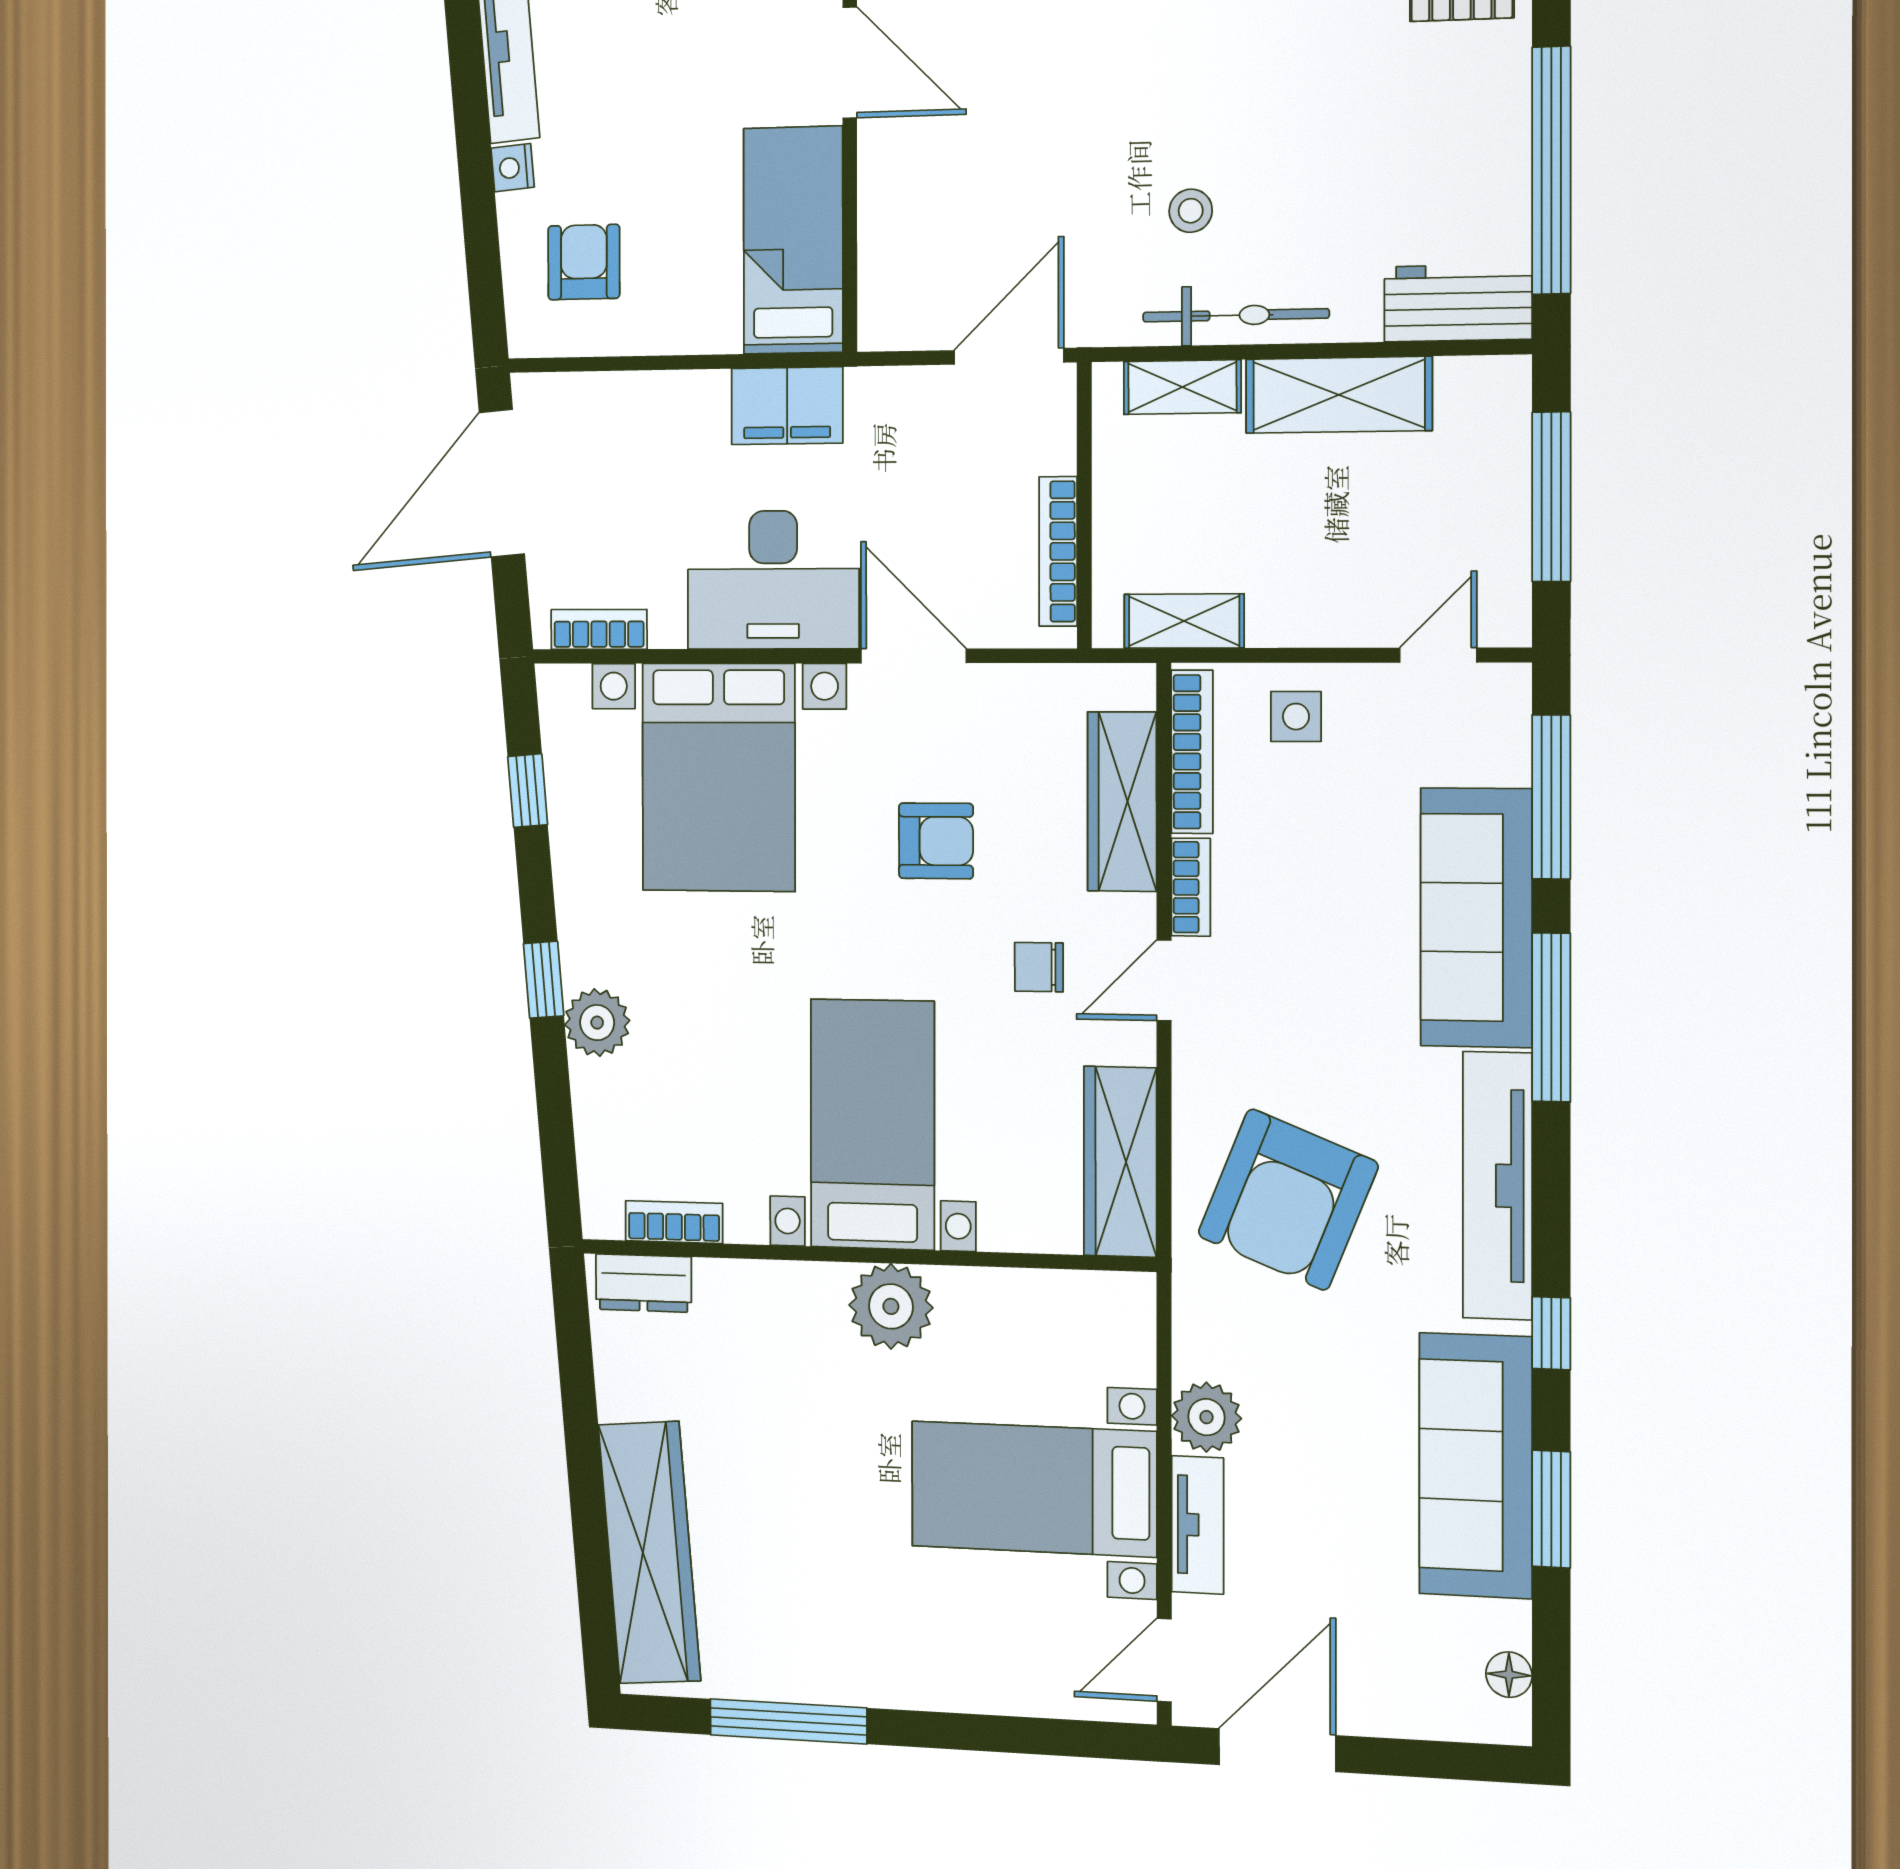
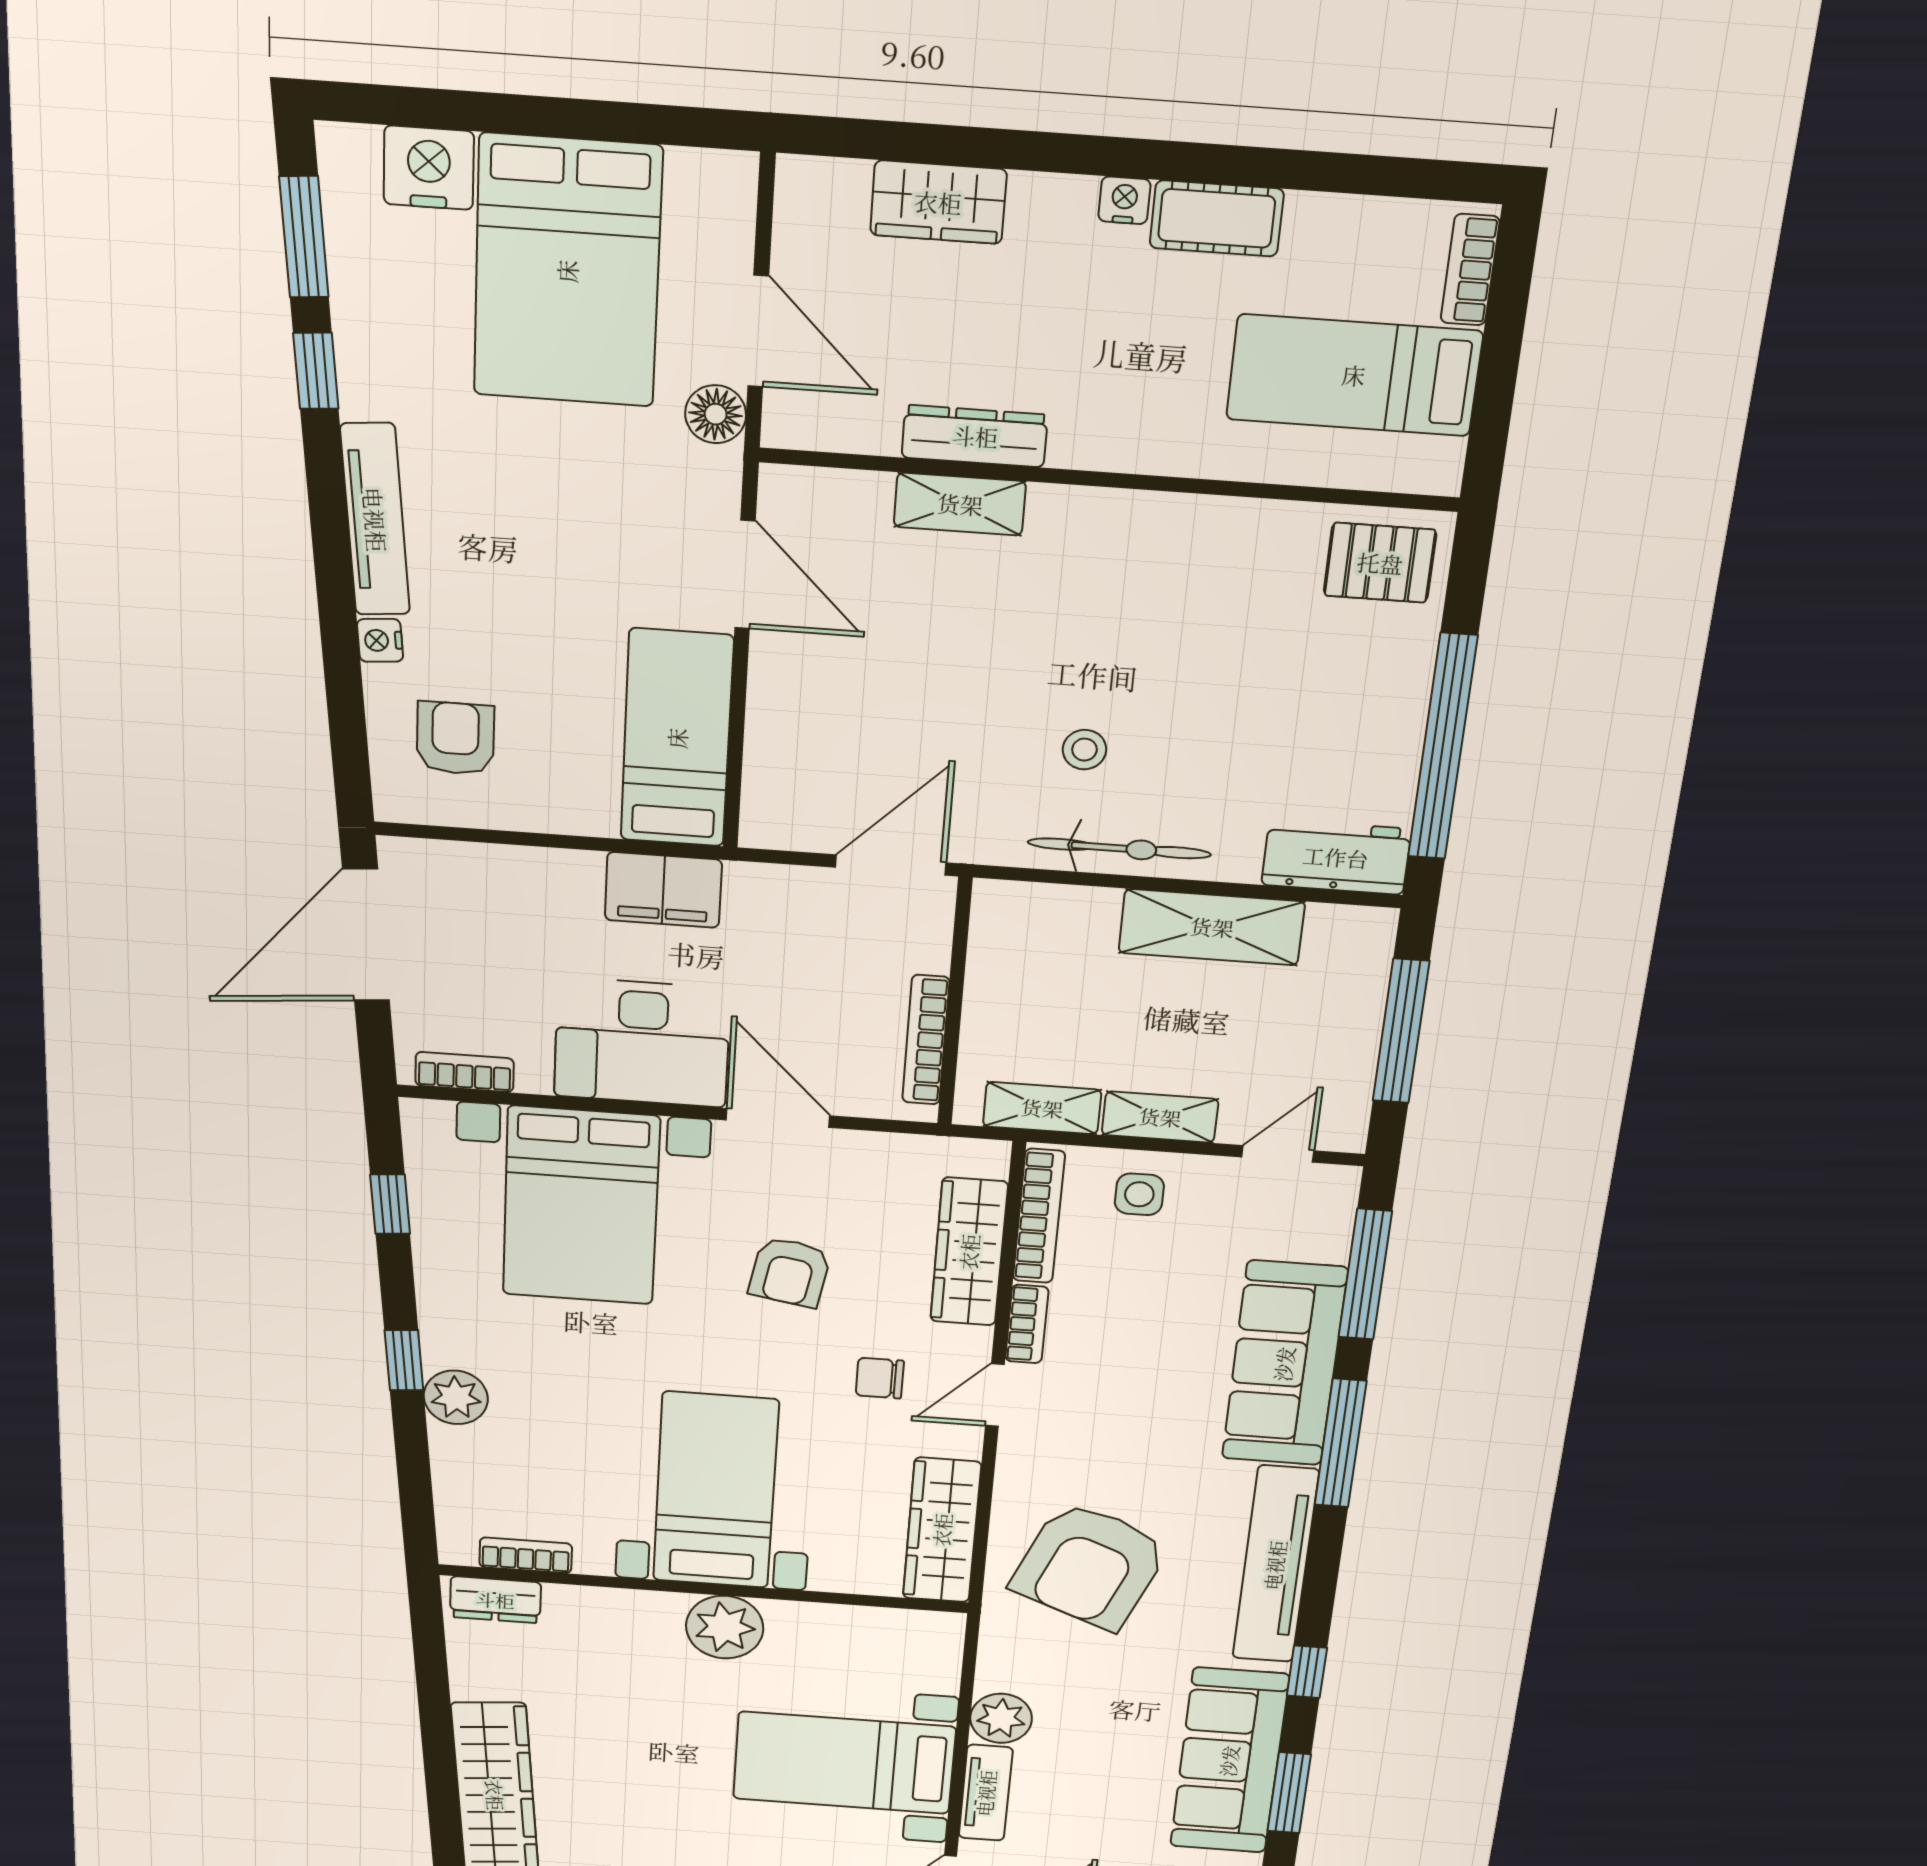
shelving: (1182, 387) -> (1160, 1117), moved
armchair: (936, 841) -> (790, 1272), turned 100

